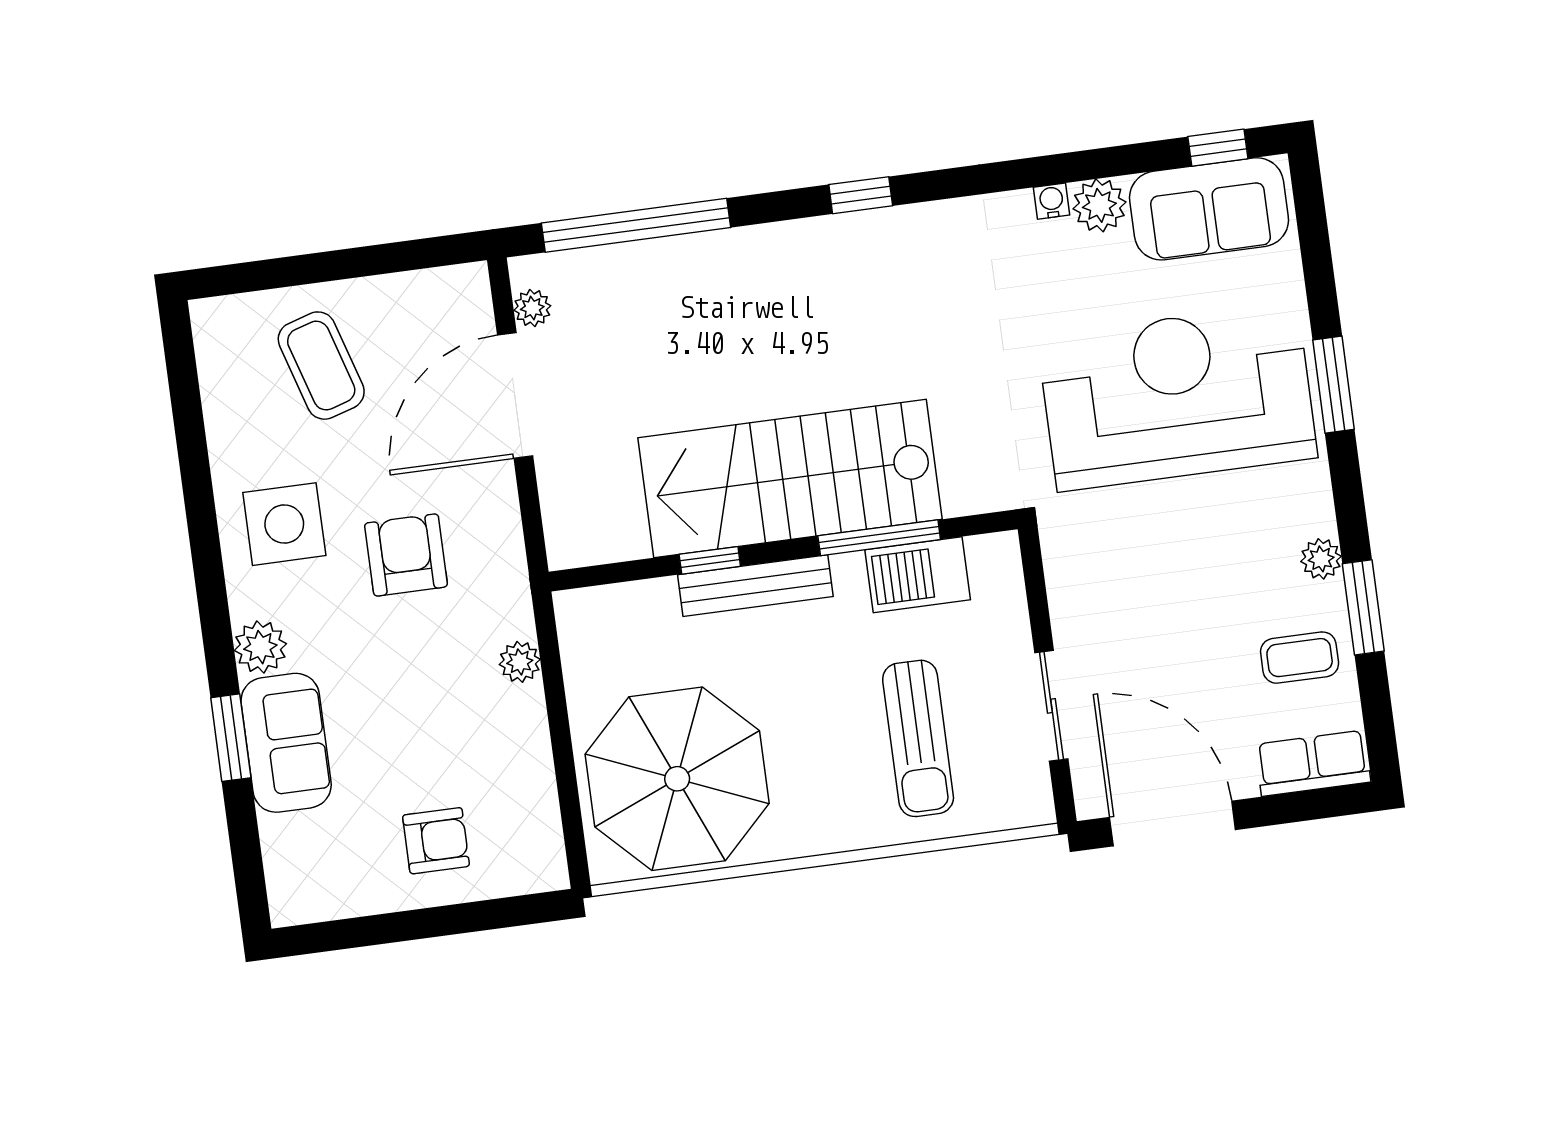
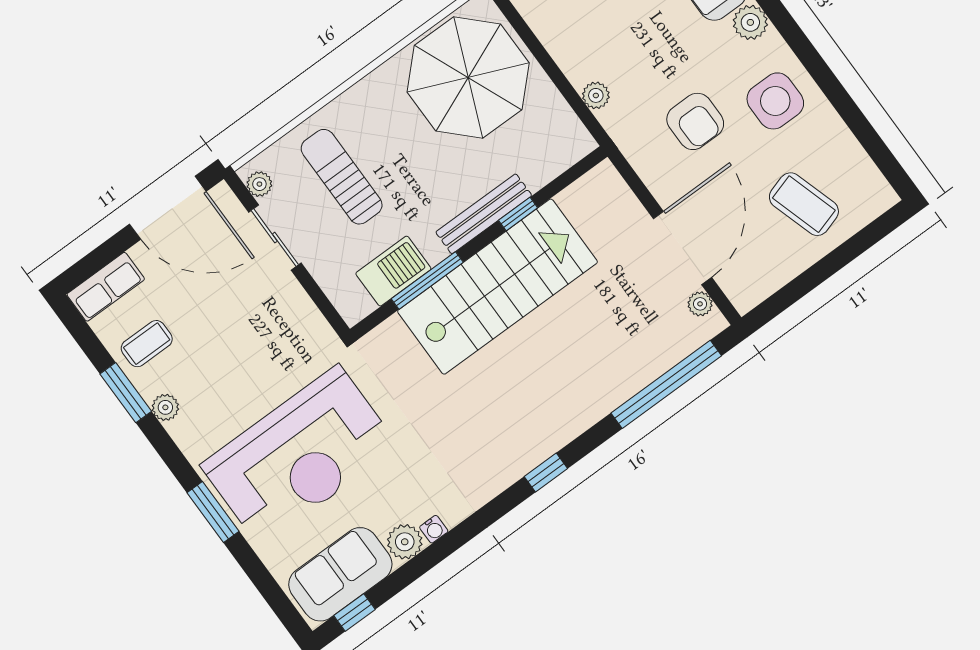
plant: (1033, 788) -> (259, 184), added

